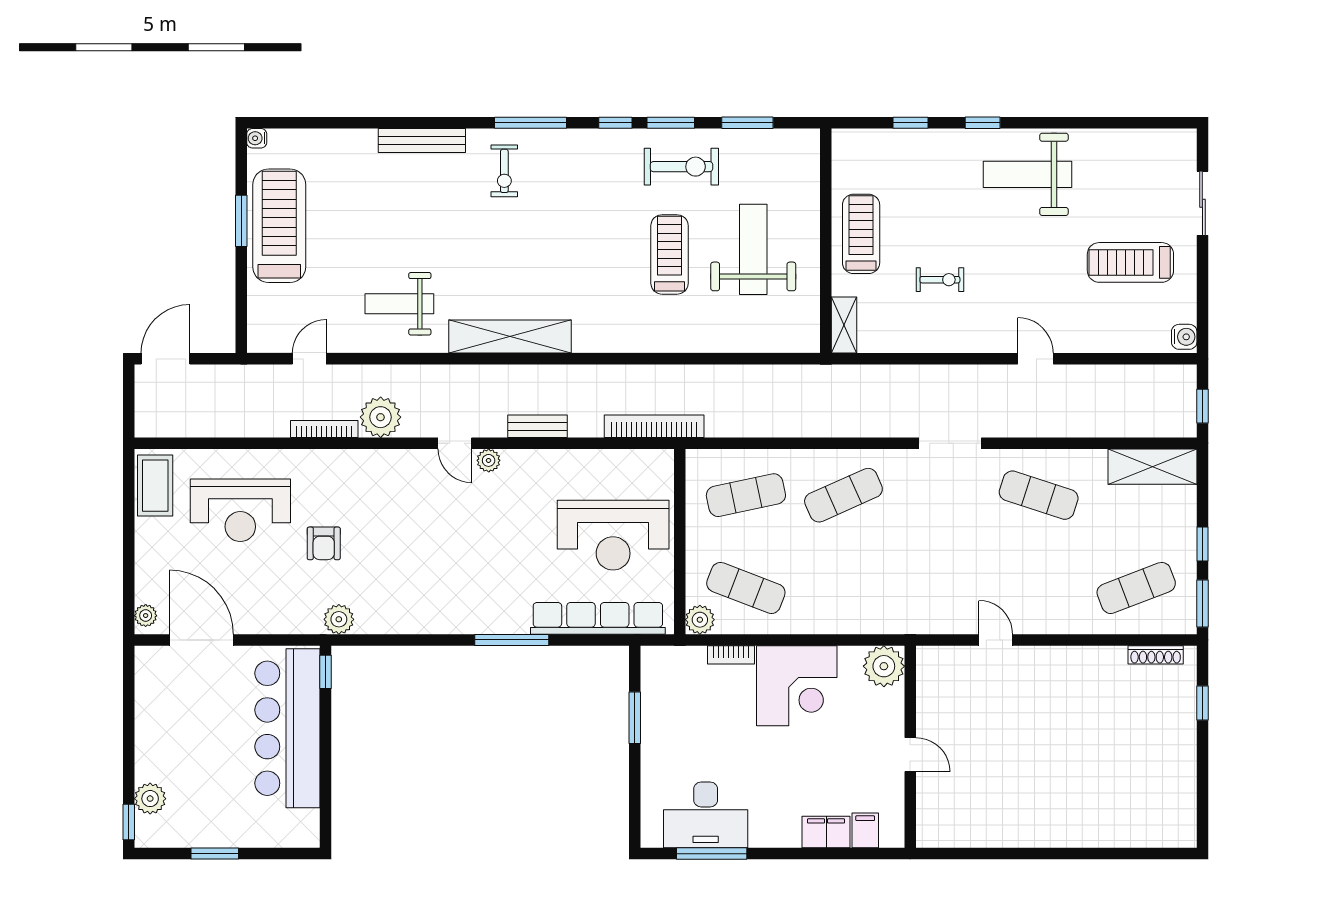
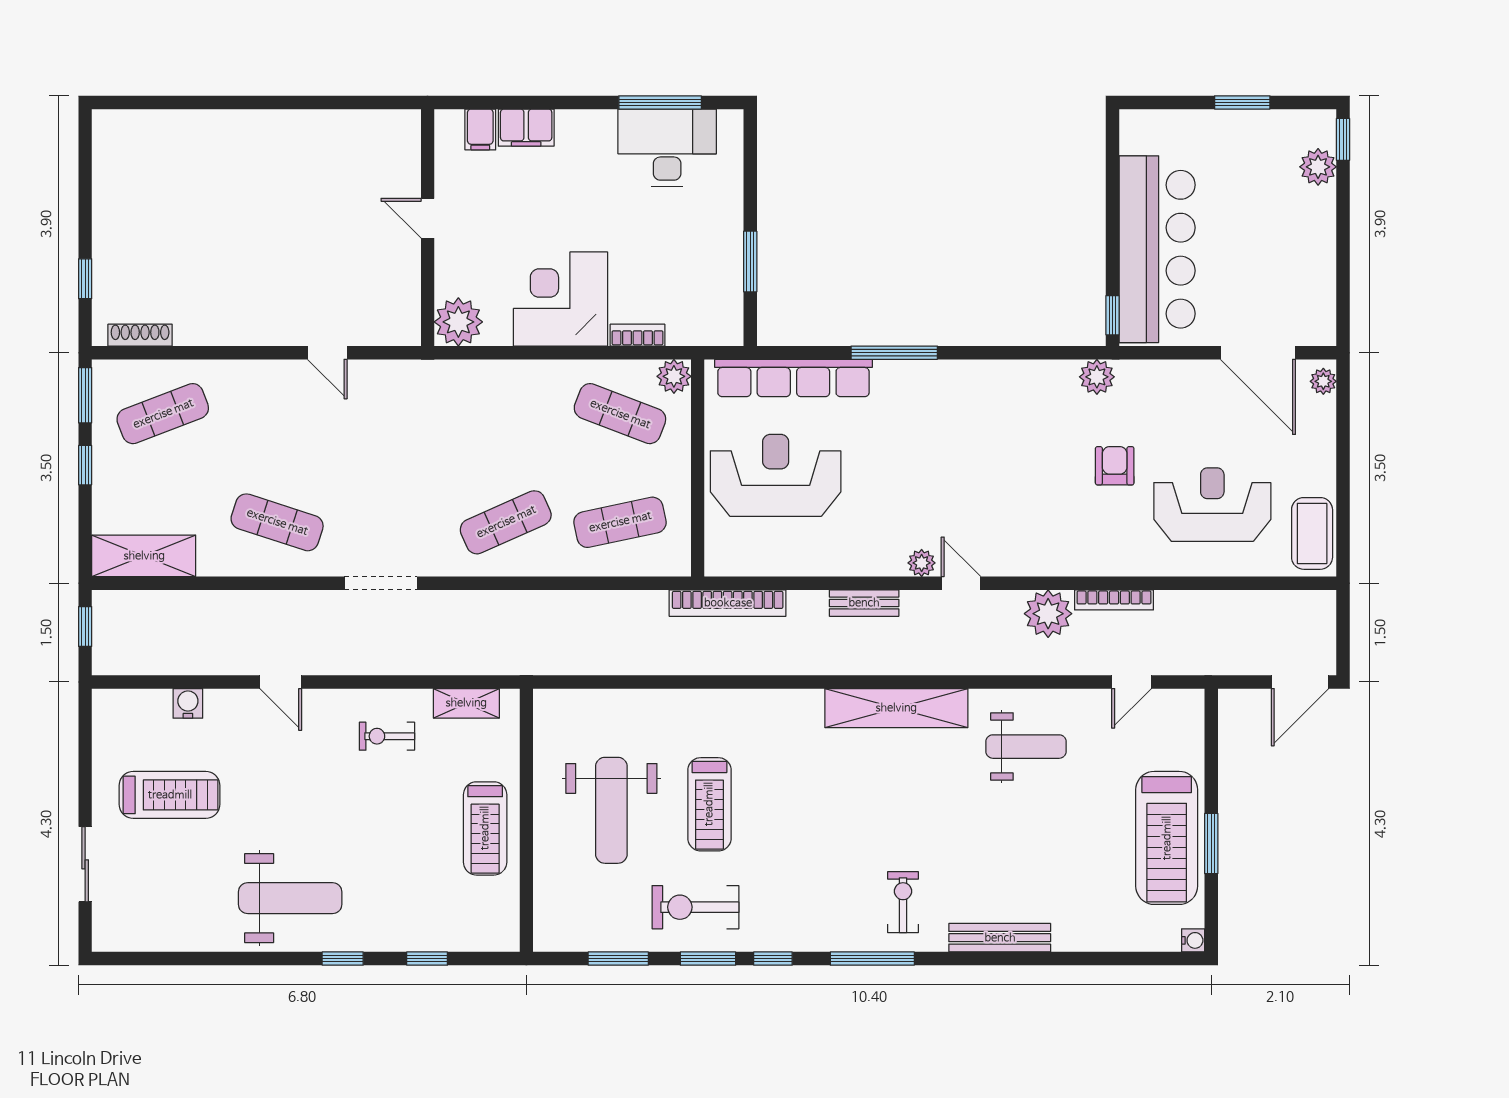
exercise bike: (940, 280) -> (387, 736), moved
shelving: (844, 325) -> (466, 703), moved, turned 90
water cooler: (1184, 337) -> (188, 703), moved, turned 90

